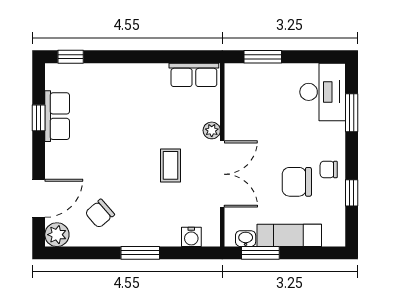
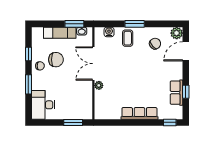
row of seats: (194, 75) -> (139, 113), moved, width x1.48
window: (352, 113) -> (28, 84), moved
coffee table: (171, 165) -> (128, 38), moved

